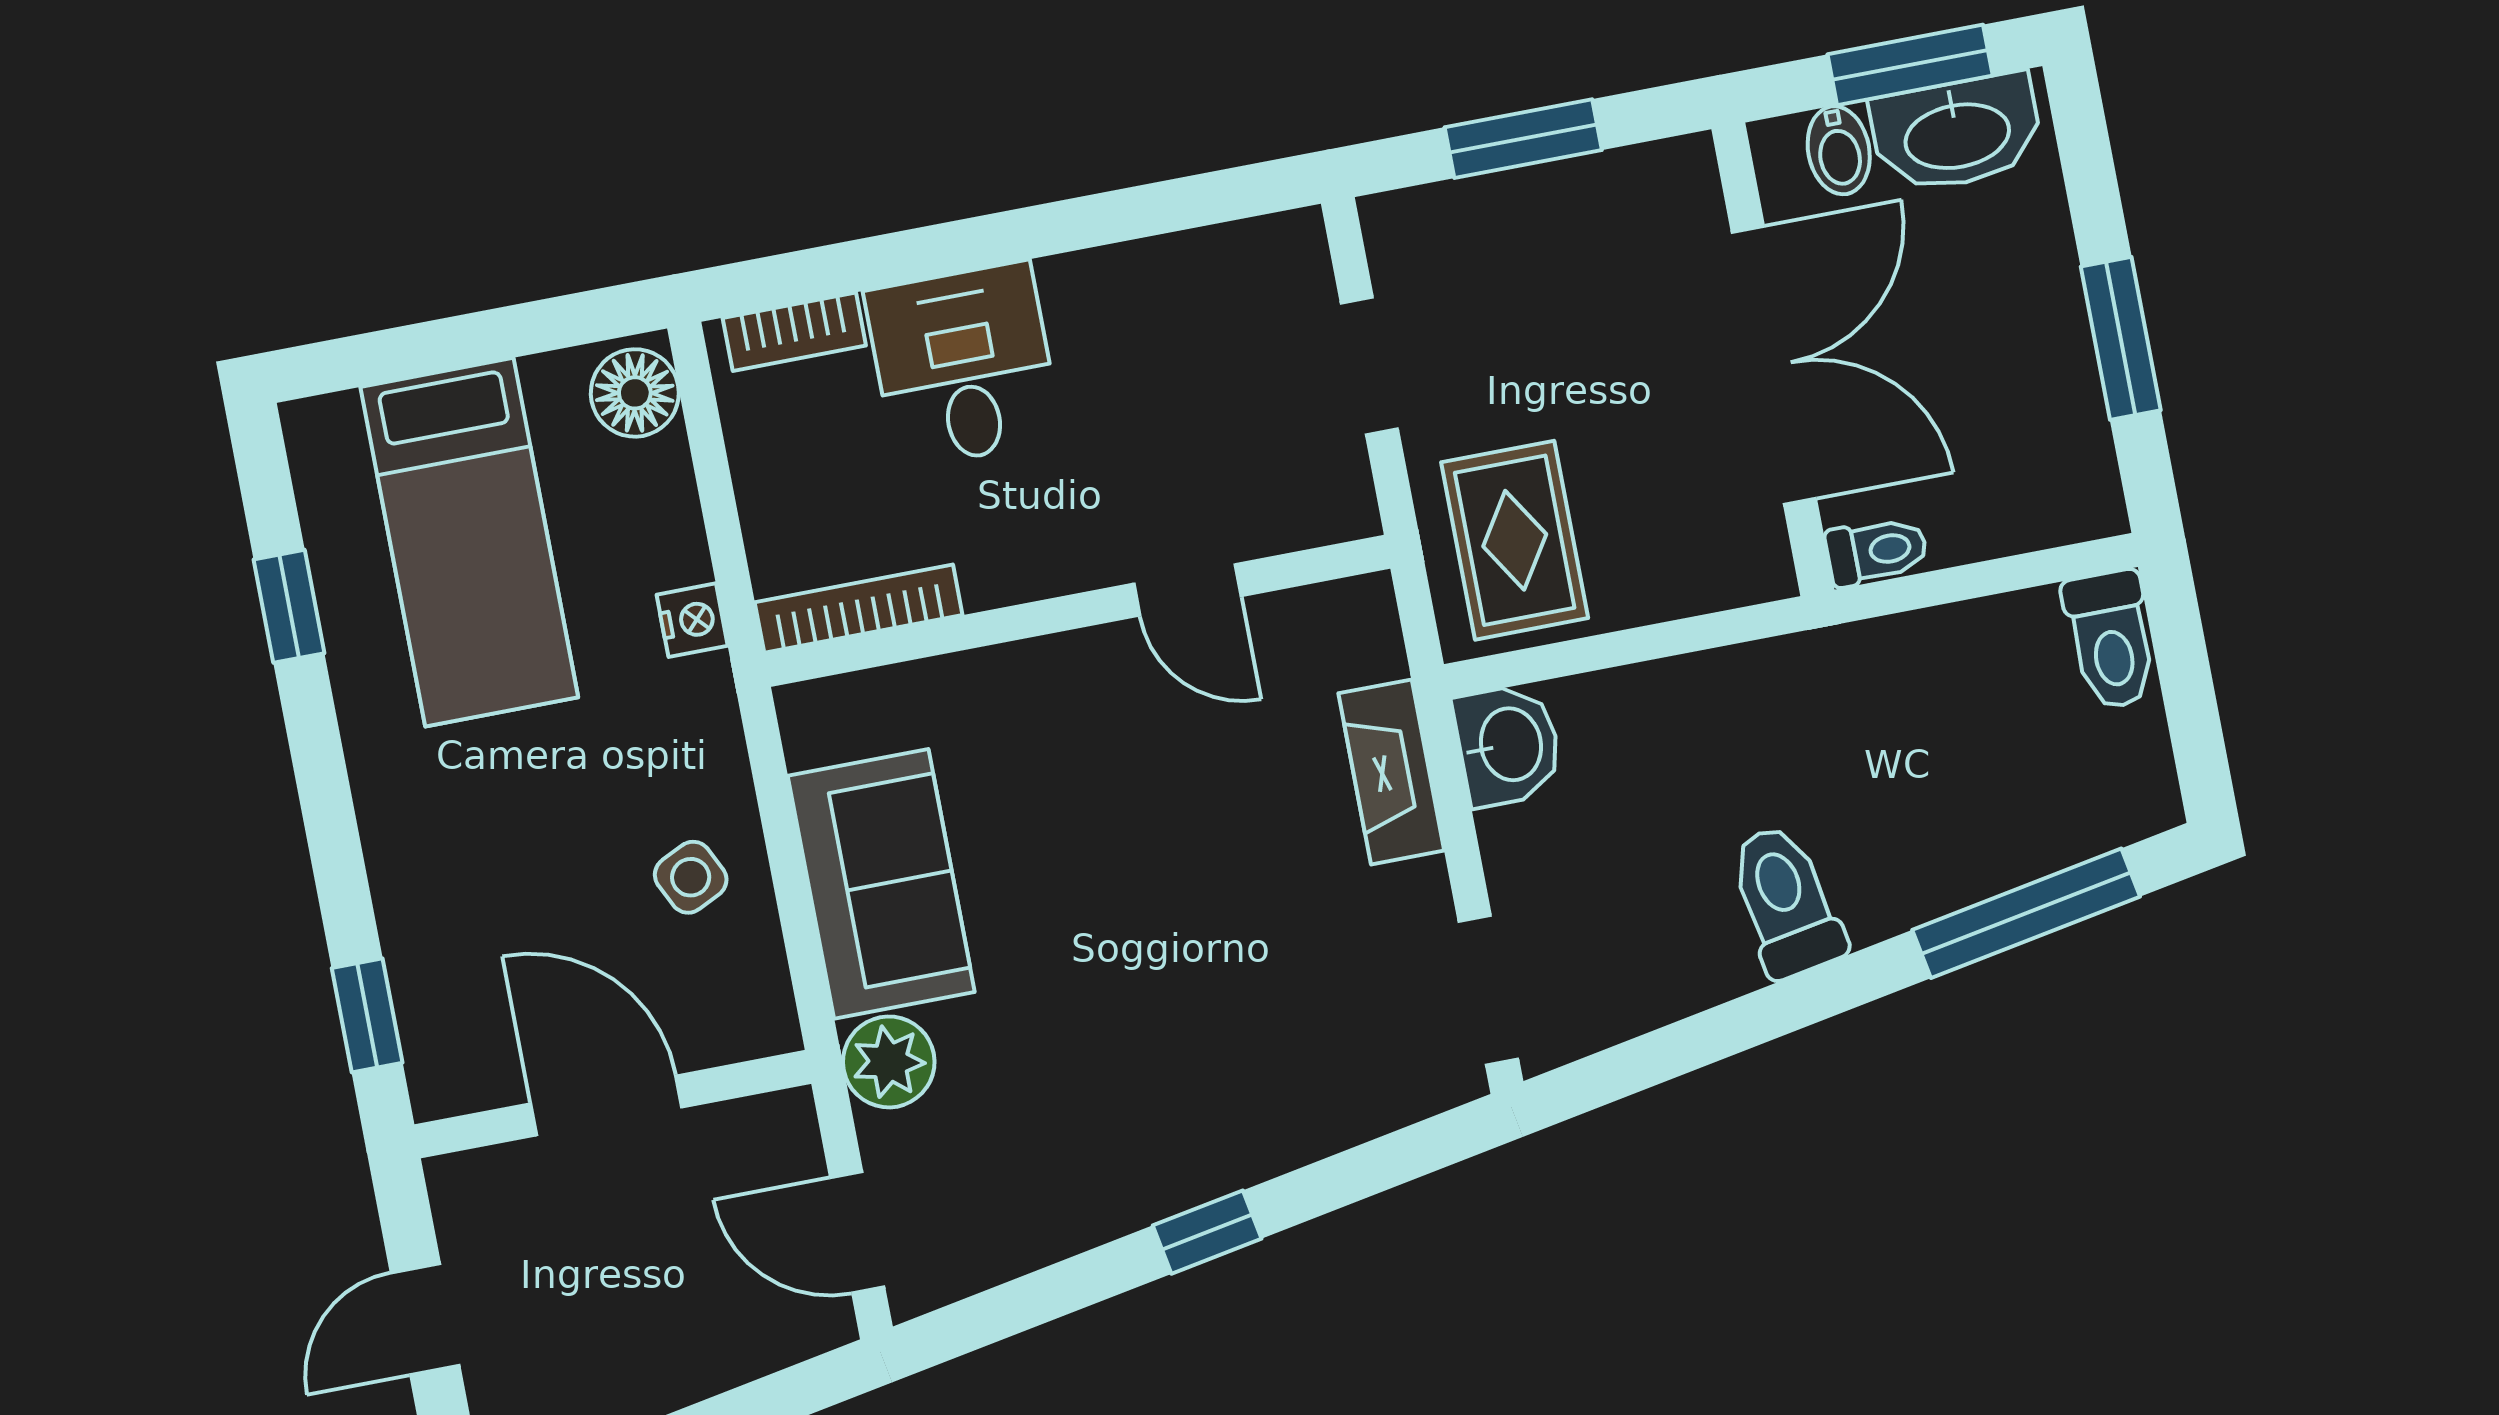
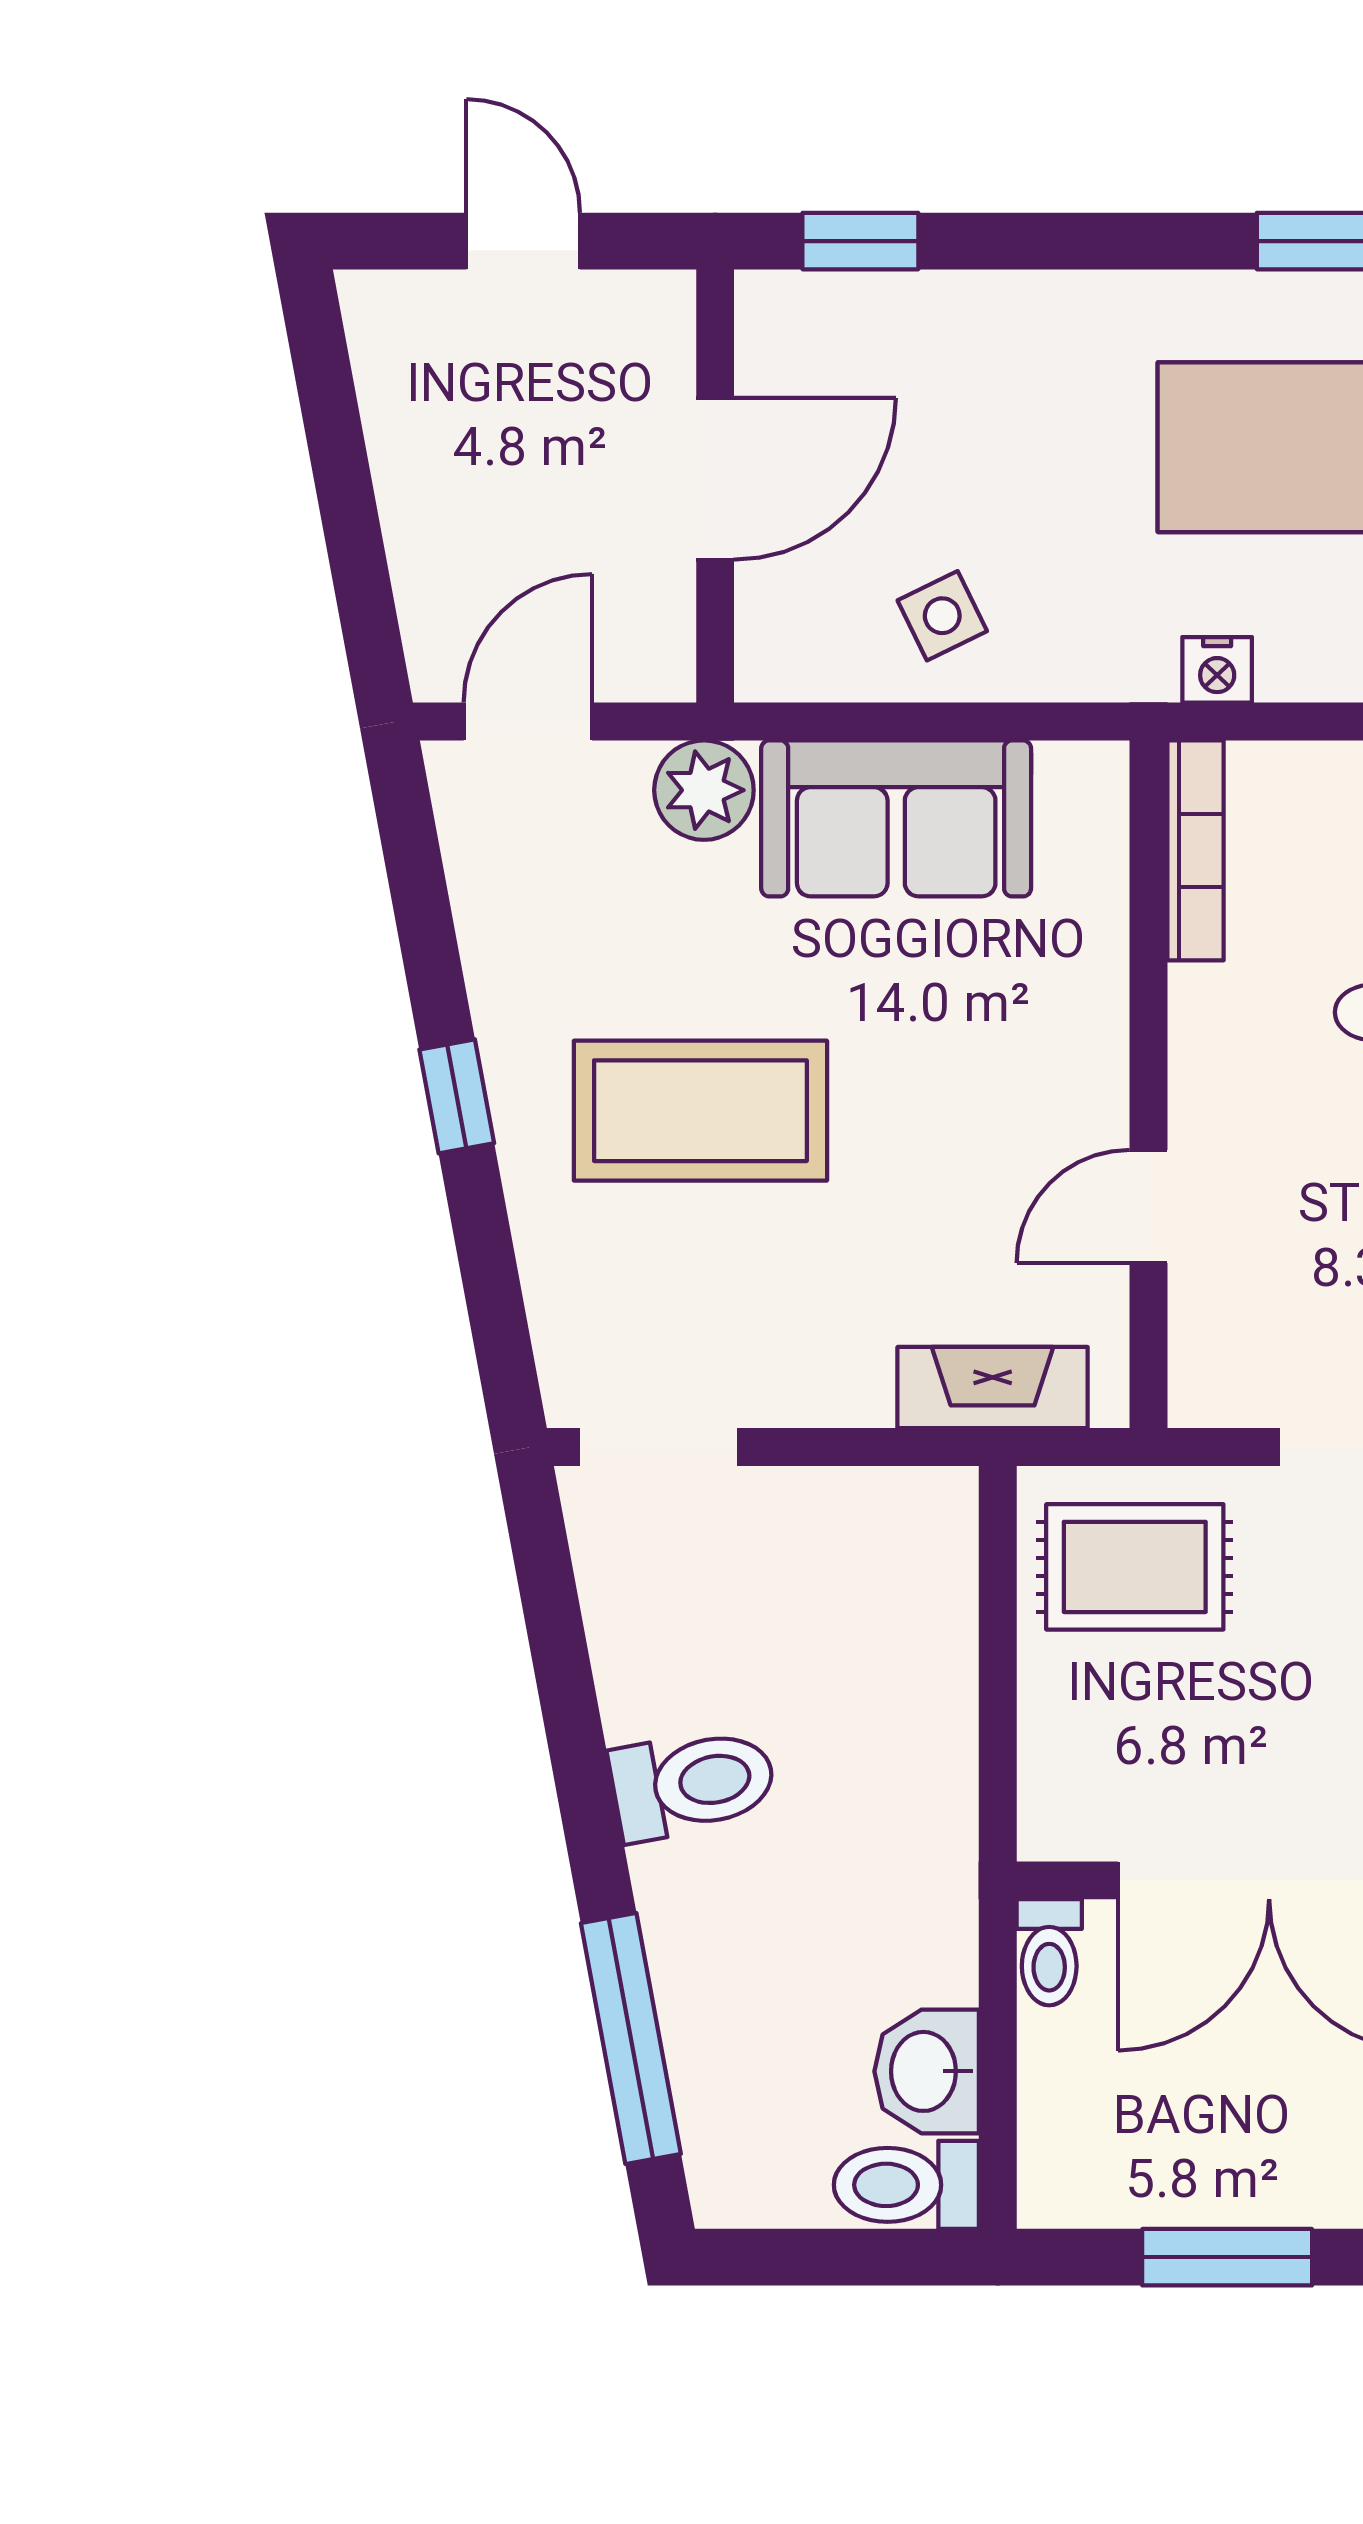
washbasin: (1508, 745) -> (927, 2071), moved, turned 90
fireplace: (1391, 772) -> (993, 1388), moved
coffee table: (1178, 1010) -> (700, 1111), added

